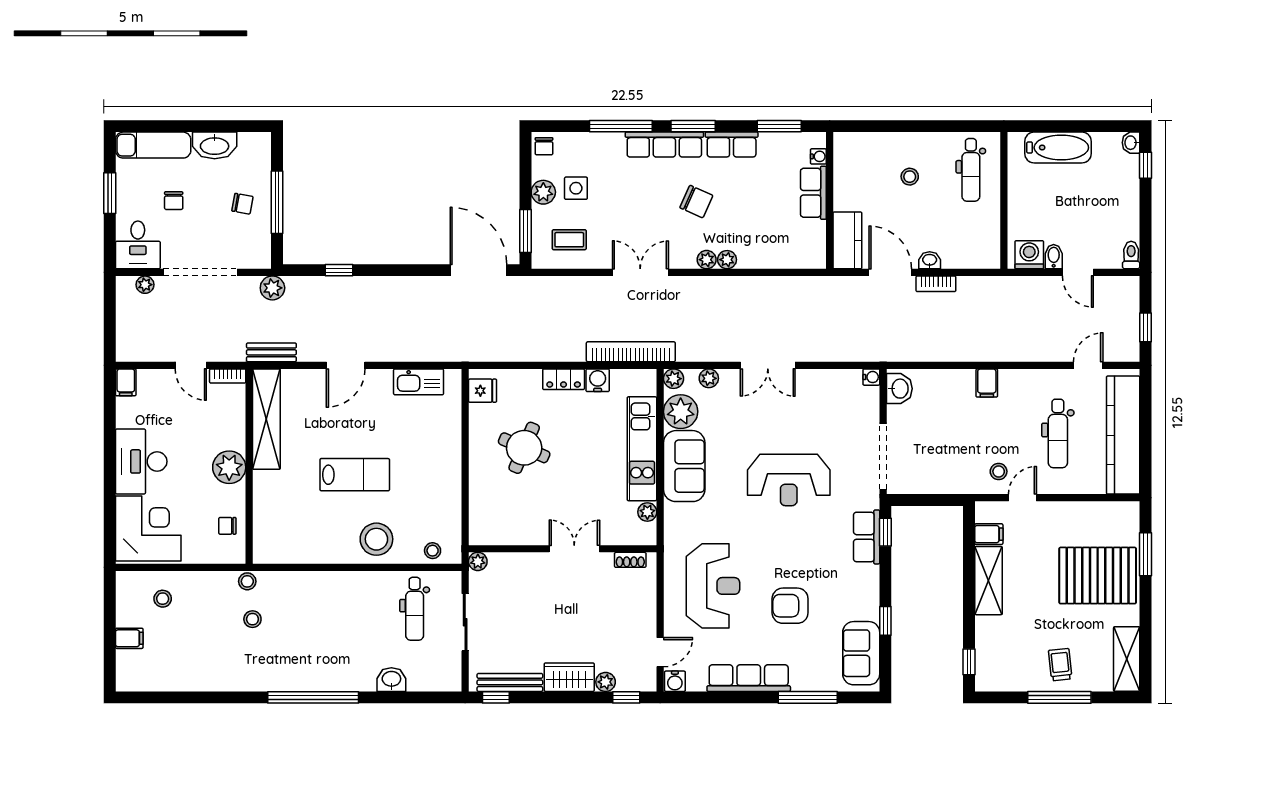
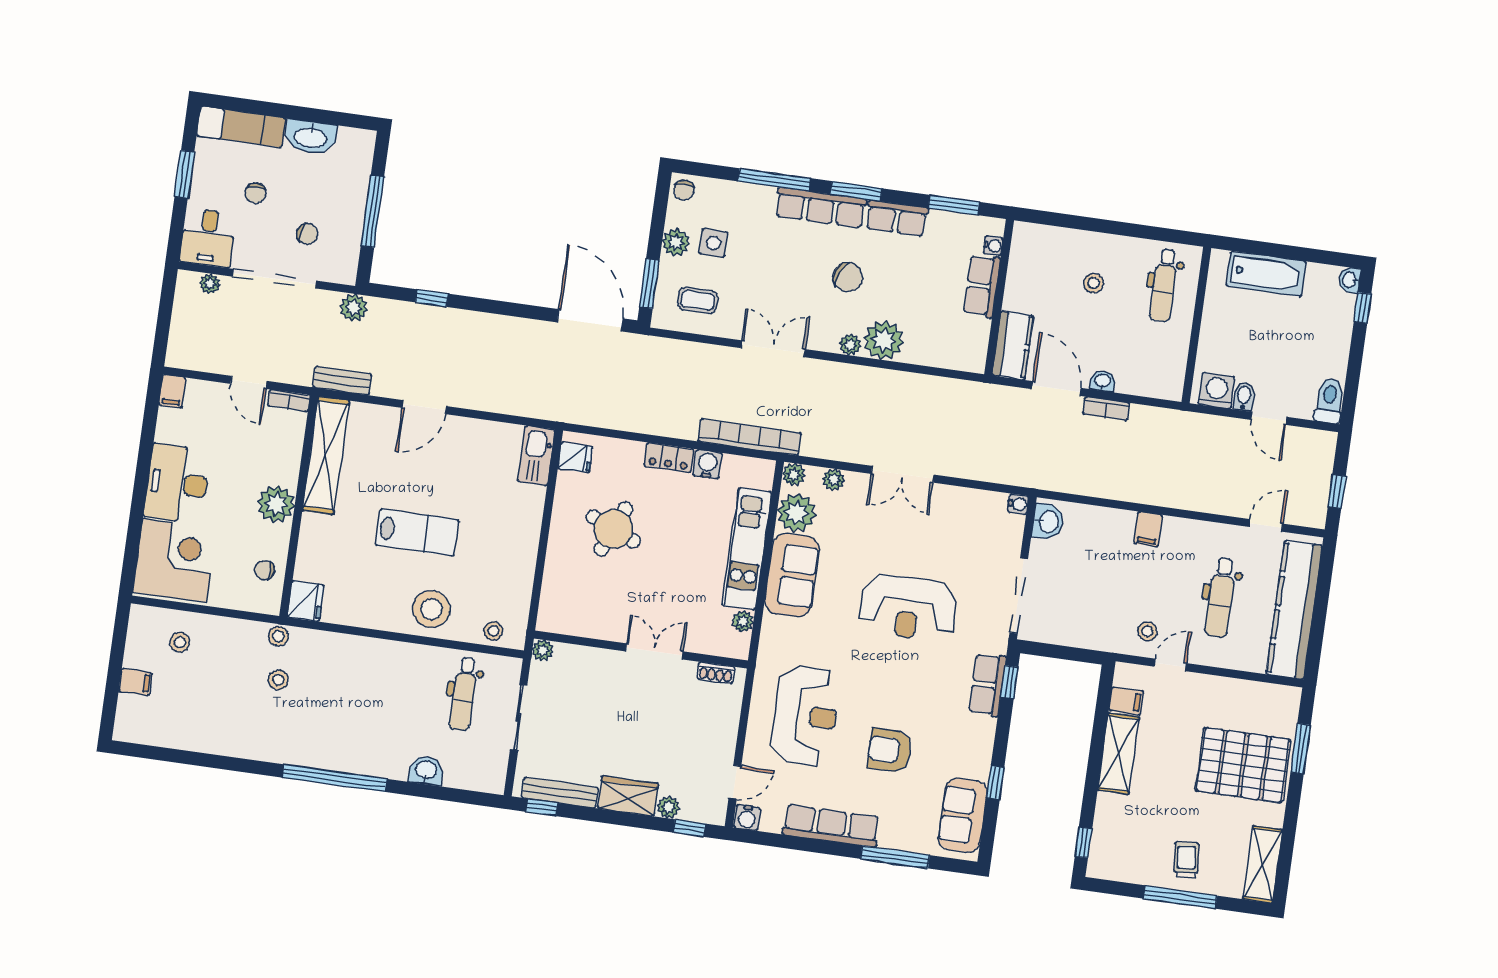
chair: (242, 204) -> (307, 234), moved
toilet: (1131, 255) -> (1329, 401), width x1.37, depth x1.39
plant: (727, 260) -> (884, 340), width x1.87, depth x1.87
kitchen sink: (419, 382) -> (536, 455), moved, turned 90
fridge: (267, 548) -> (306, 601), added

